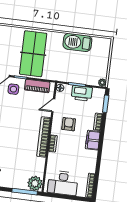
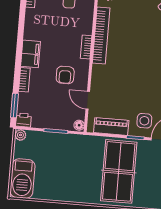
barbecue: (77, 42) -> (23, 179), moved, turned 90
printer: (82, 93) -> (23, 120), moved, width x0.53, depth x0.68
door: (53, 105) -> (88, 100), swing flipped
bookcase: (44, 137) -> (101, 36), moved

